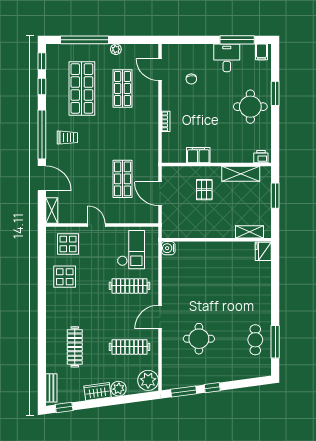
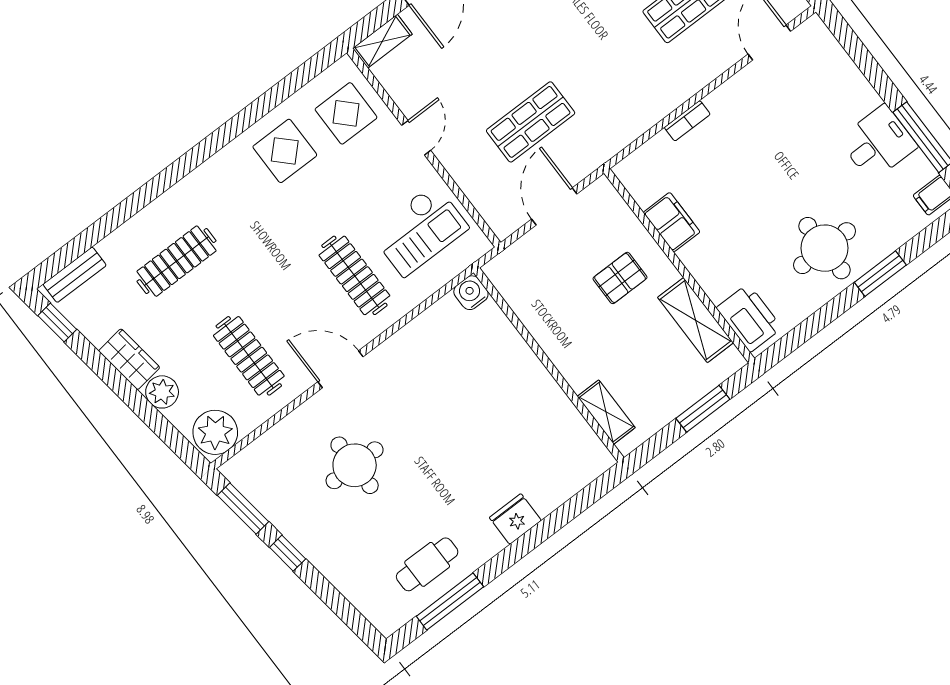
chair: (191, 79) -> (794, 109), removed
printer: (261, 157) -> (749, 318), width x1.87, depth x1.48
fridge: (263, 251) -> (515, 519), moved

